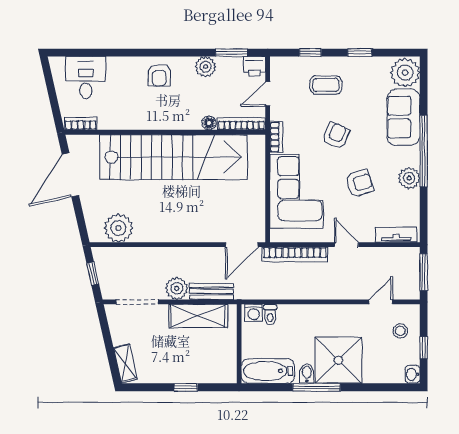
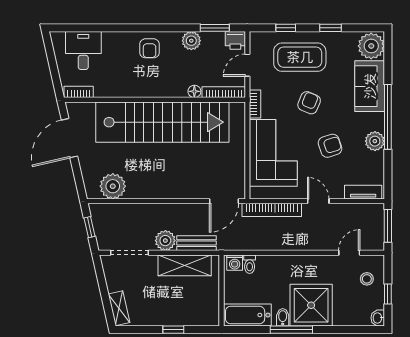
coffee table: (326, 85) -> (300, 57), width x1.86, depth x1.72

